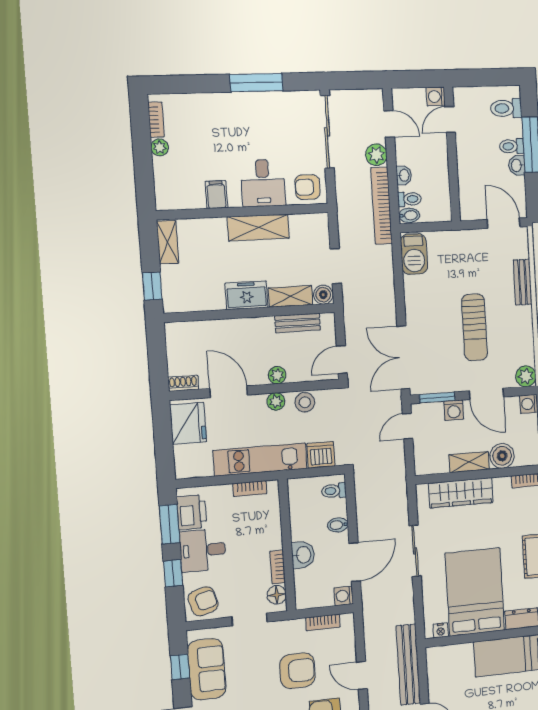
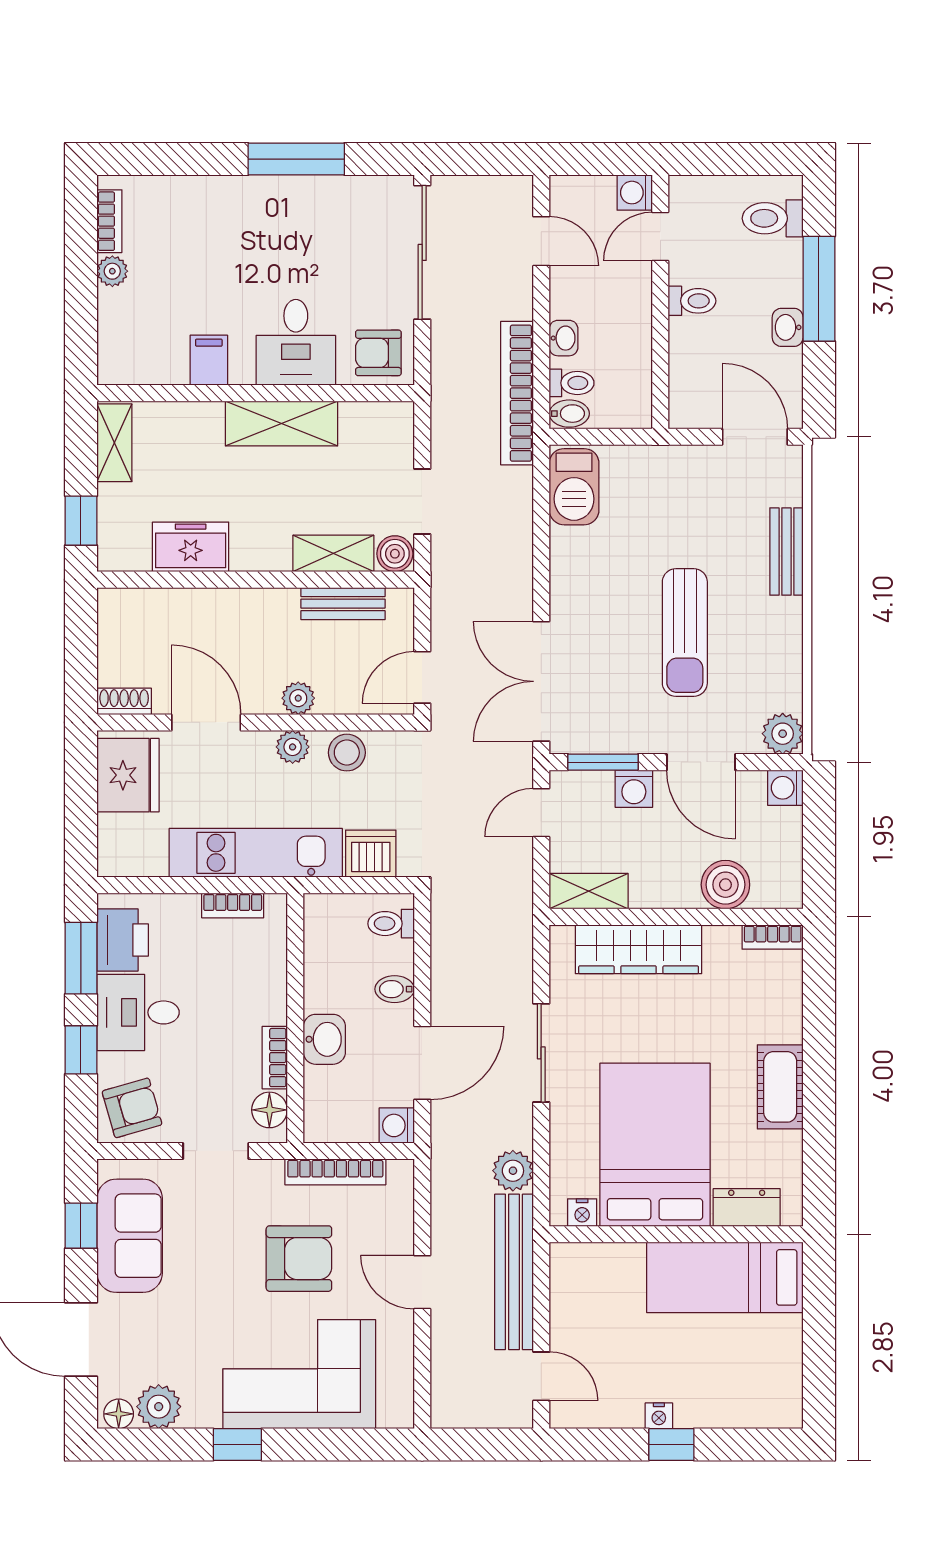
toilet: (512, 146) -> (692, 301), moved, turned 180
plant: (376, 155) -> (513, 1171), moved
freezer: (247, 295) -> (191, 547), moved
shelving: (469, 462) -> (589, 891), moved
bookcase: (323, 622) -> (335, 1172), width x1.56

